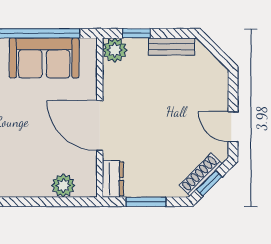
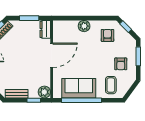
door: (100, 126) -> (52, 55), hinge flipped
plant: (63, 186) -> (84, 26), moved

